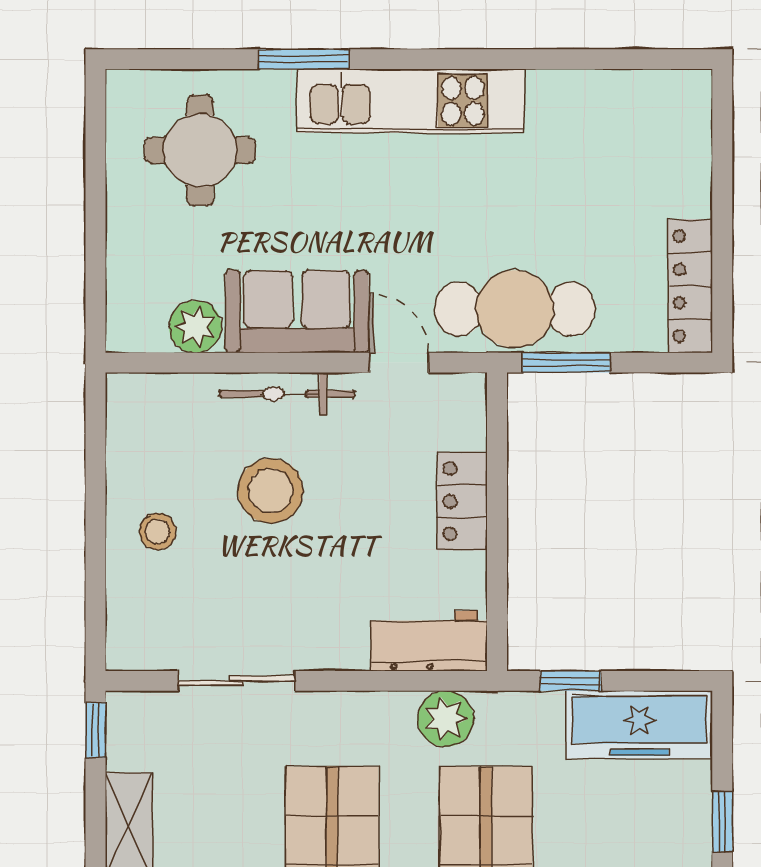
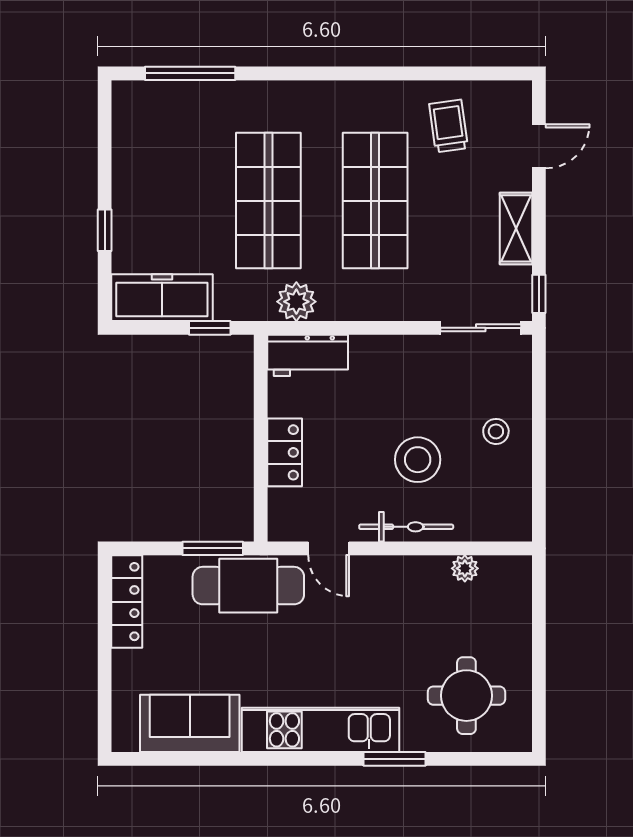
sofa: (297, 312) -> (190, 723), moved, turned 180
plant: (195, 327) -> (465, 568), width x0.73, depth x0.73
sliding door: (236, 681) -> (481, 328), moved

